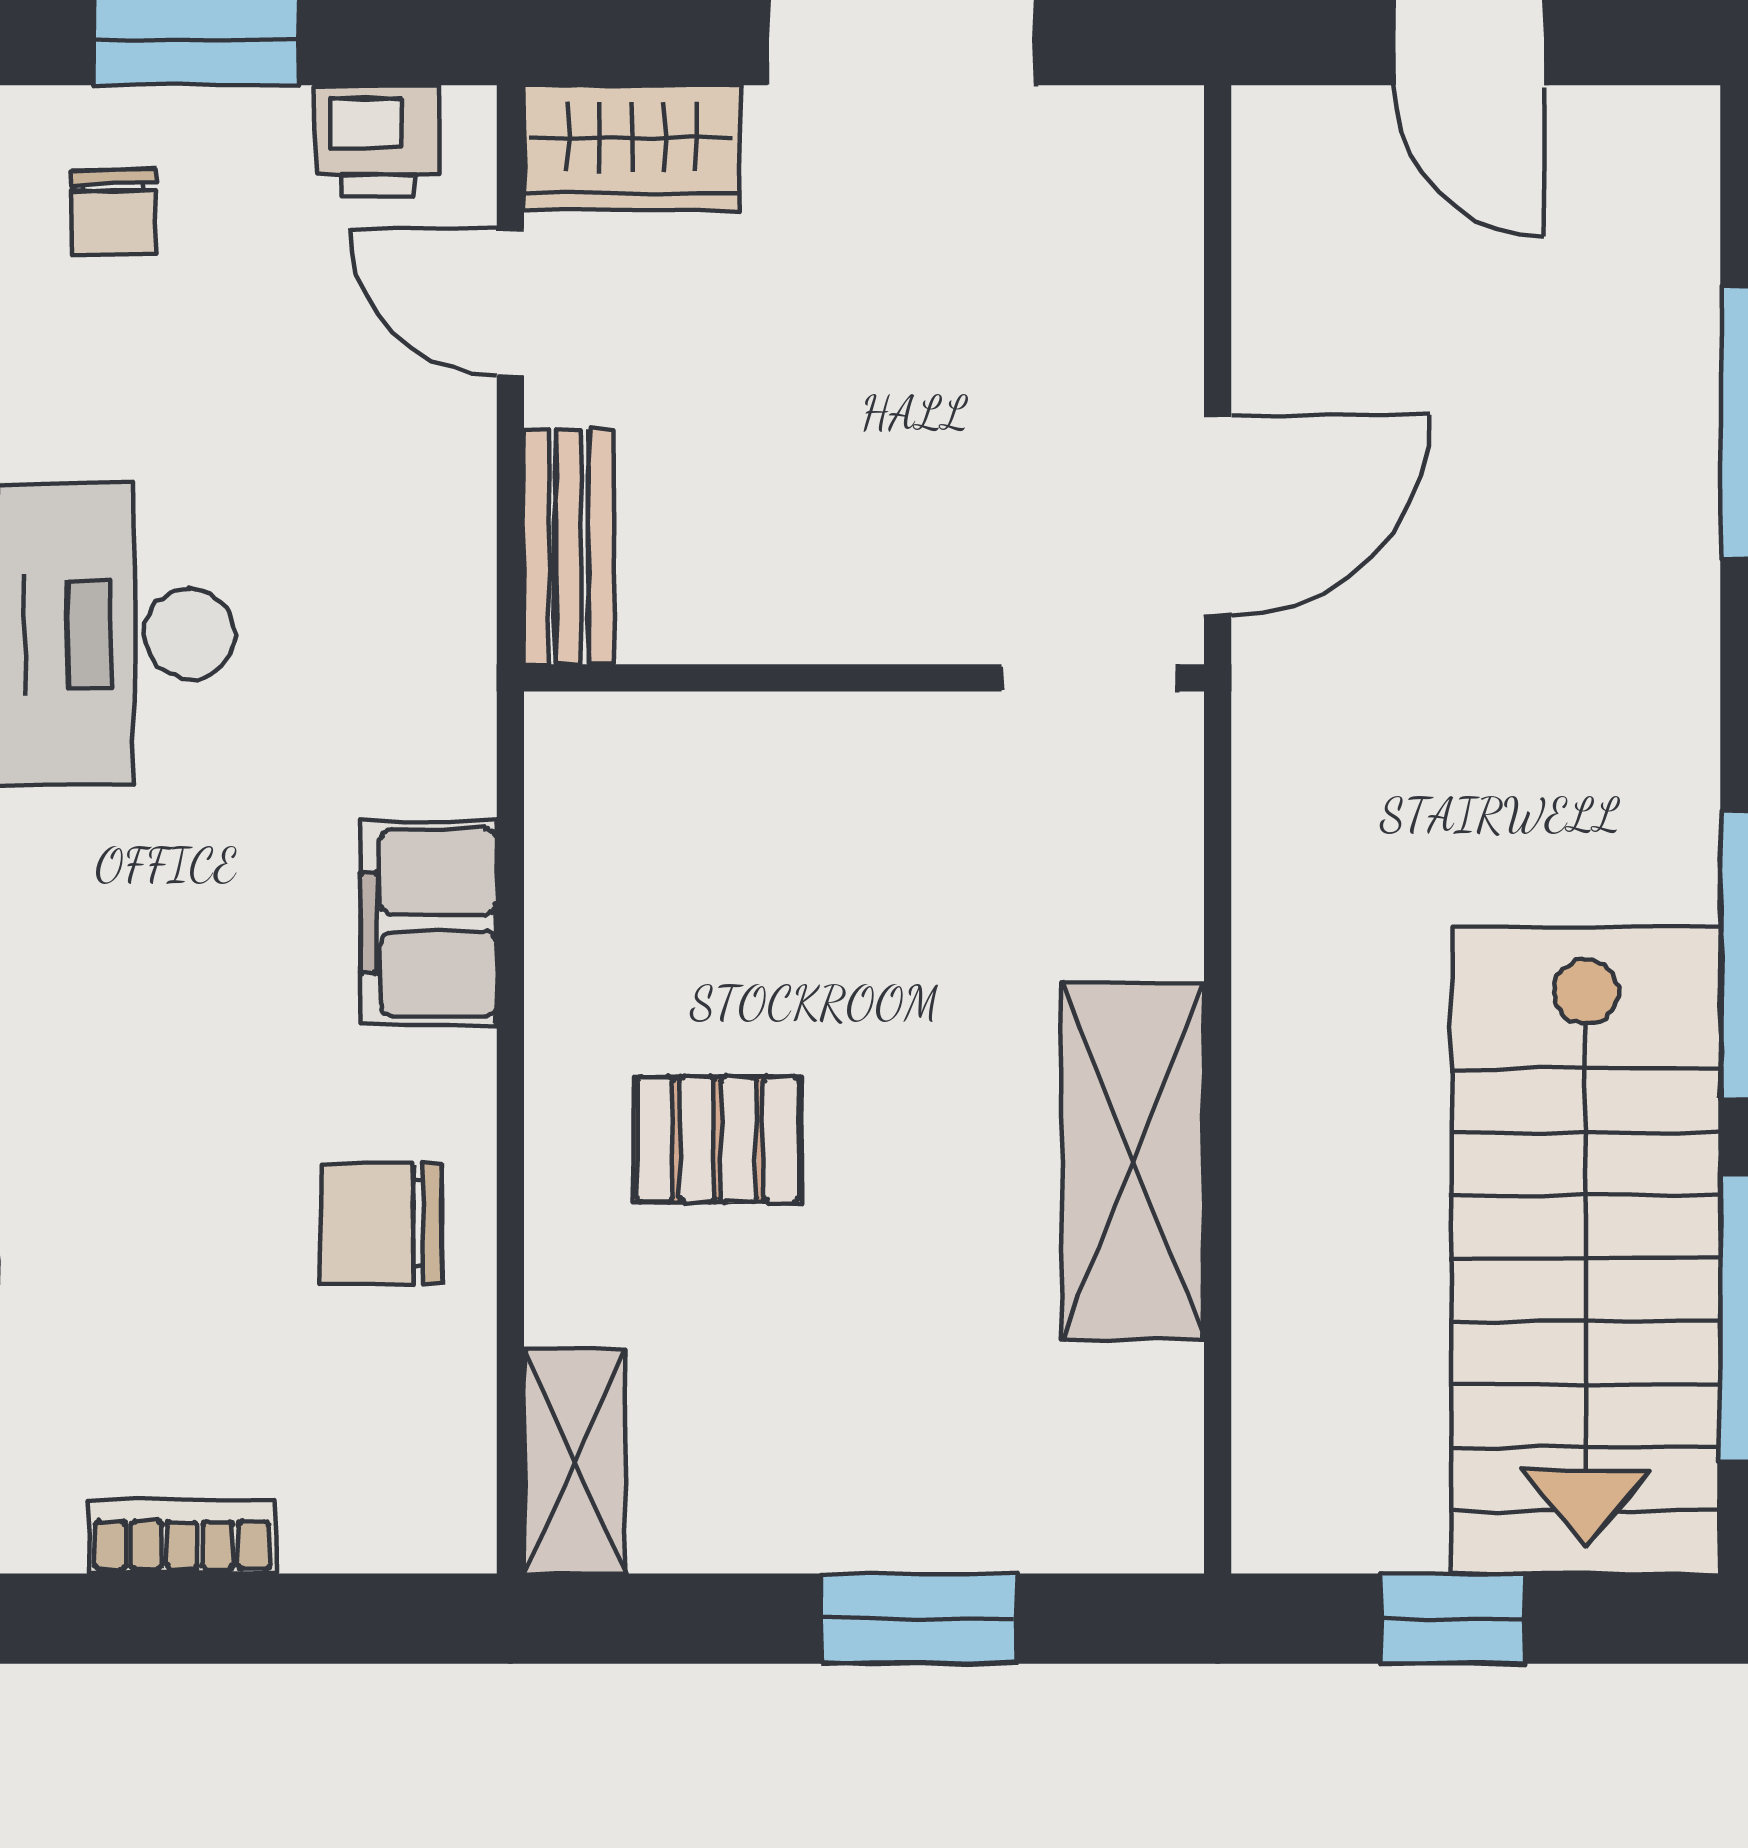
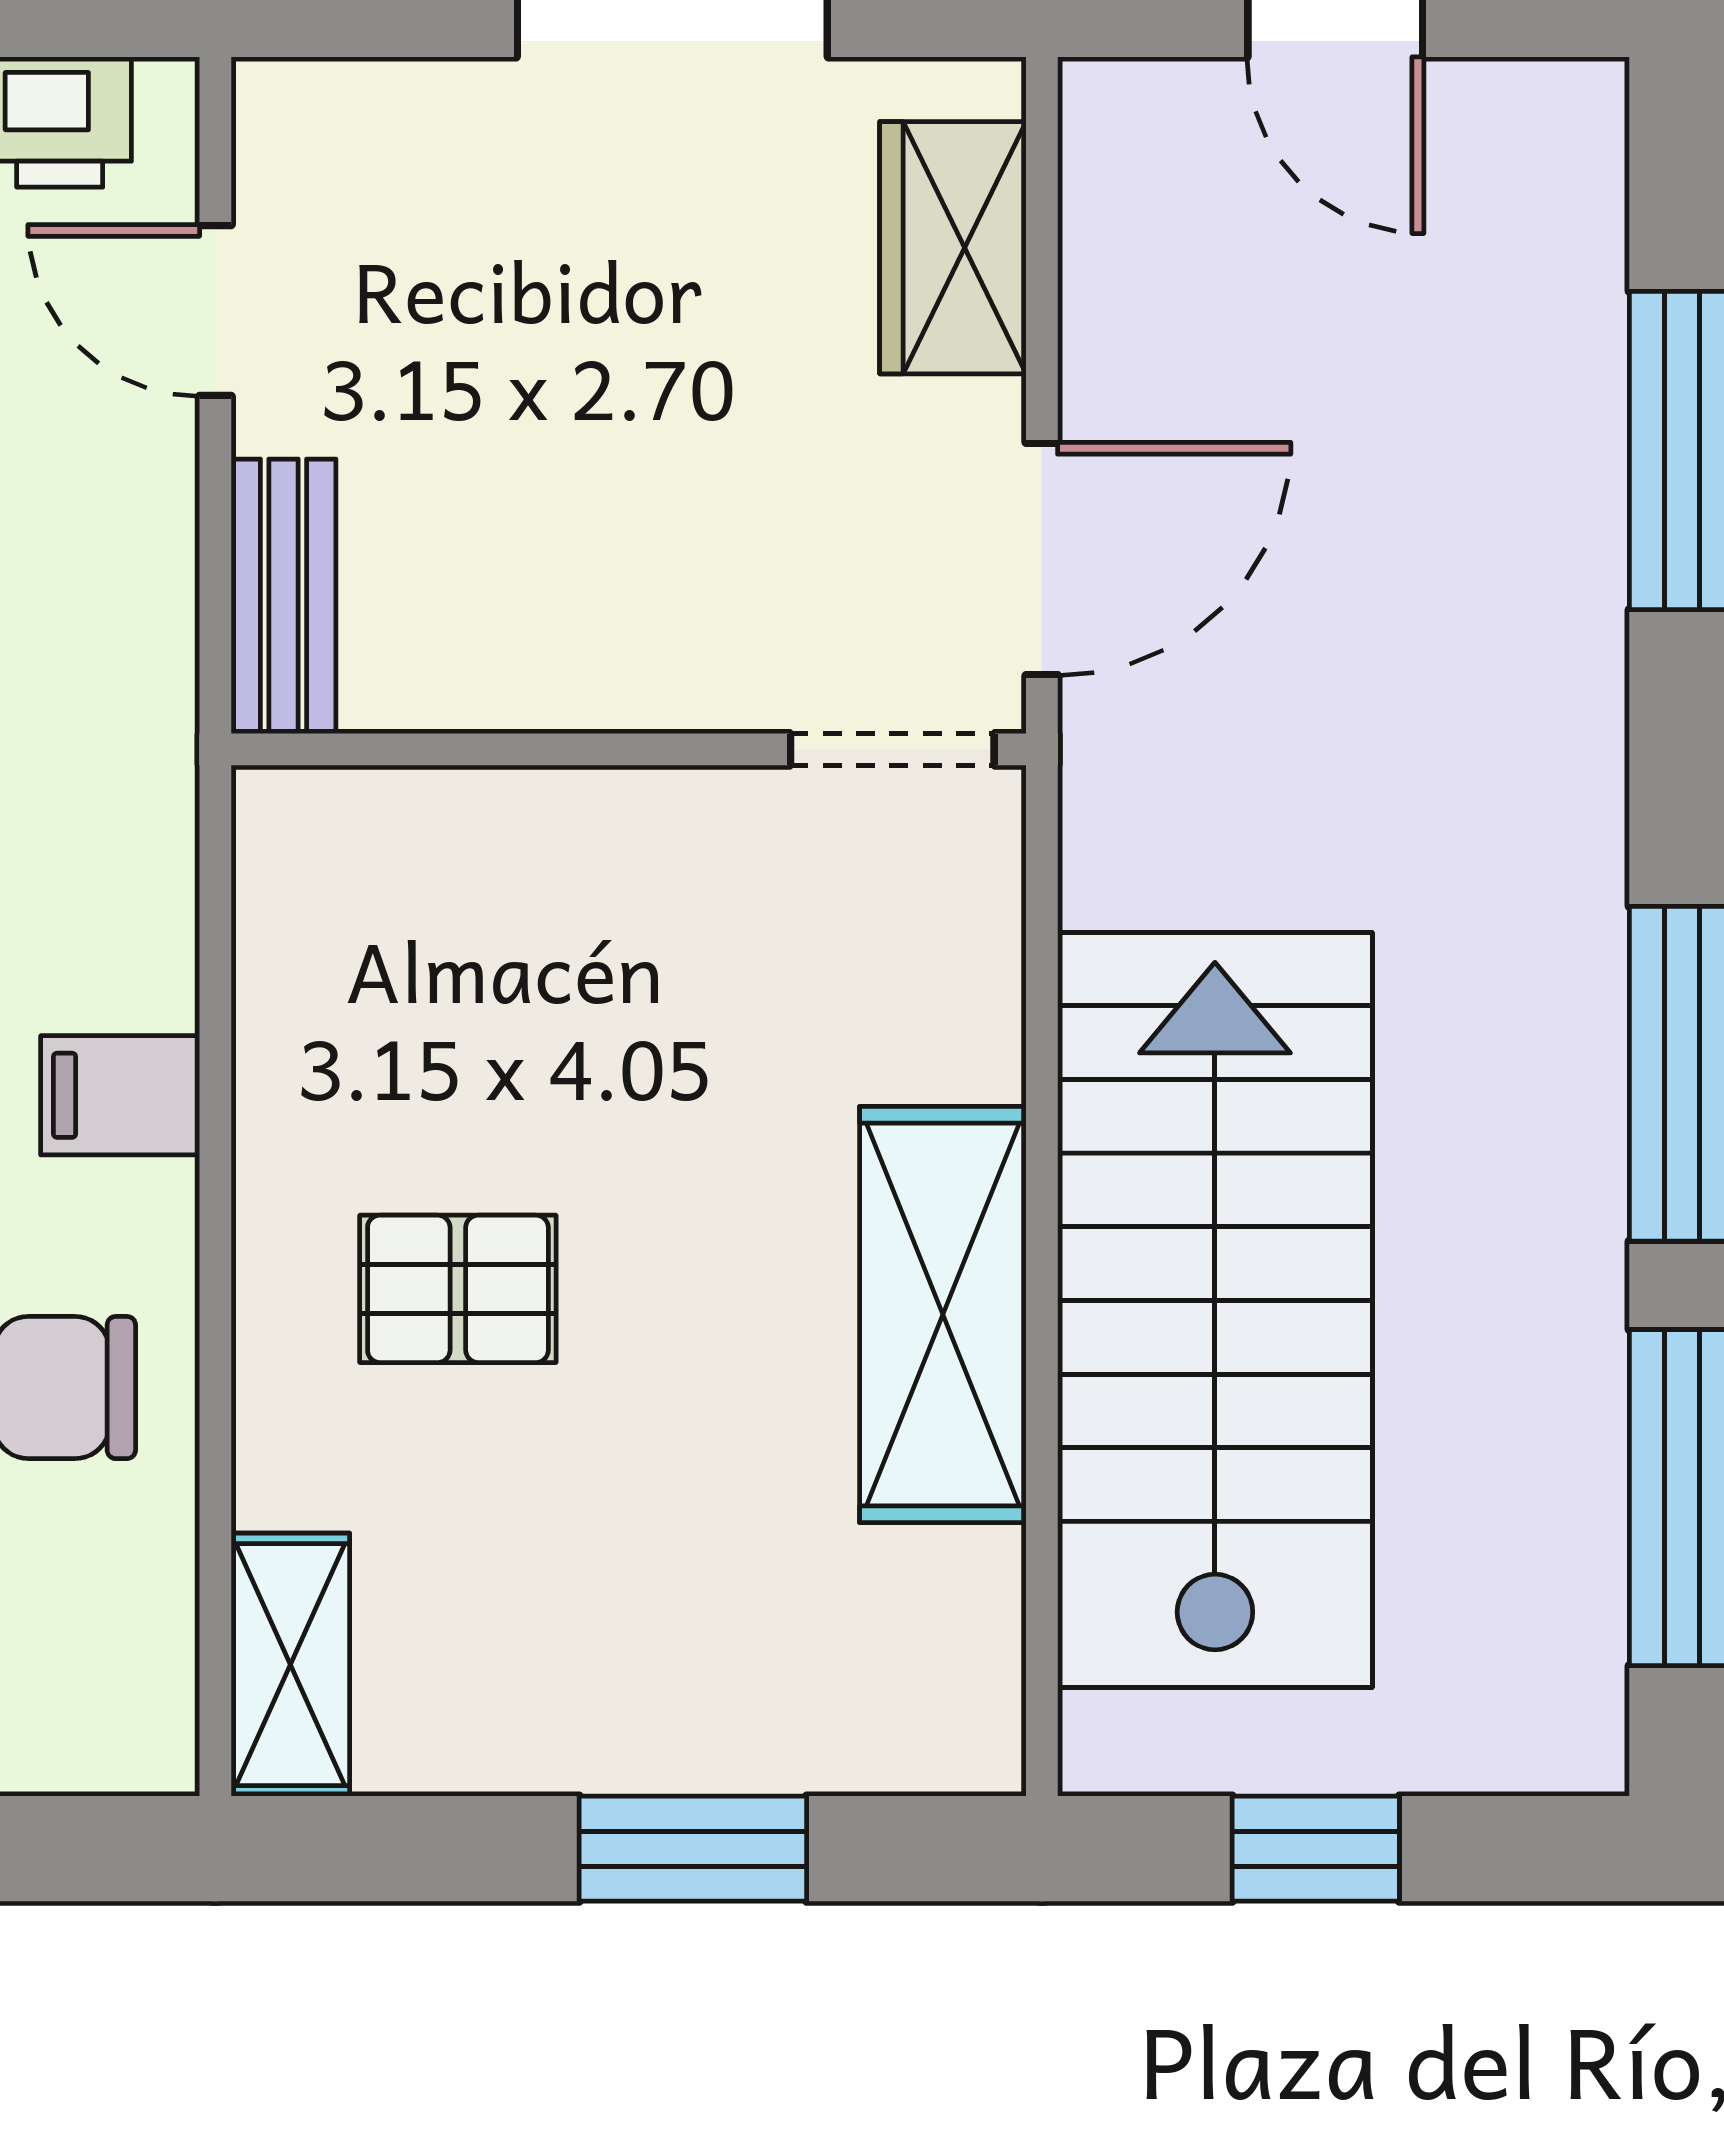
wardrobe: (632, 148) -> (953, 248), moved, turned 90
filing cabinet: (429, 923) -> (120, 1095), width x0.50
stairs: (1586, 1250) -> (1215, 1310), moved, turned 180

